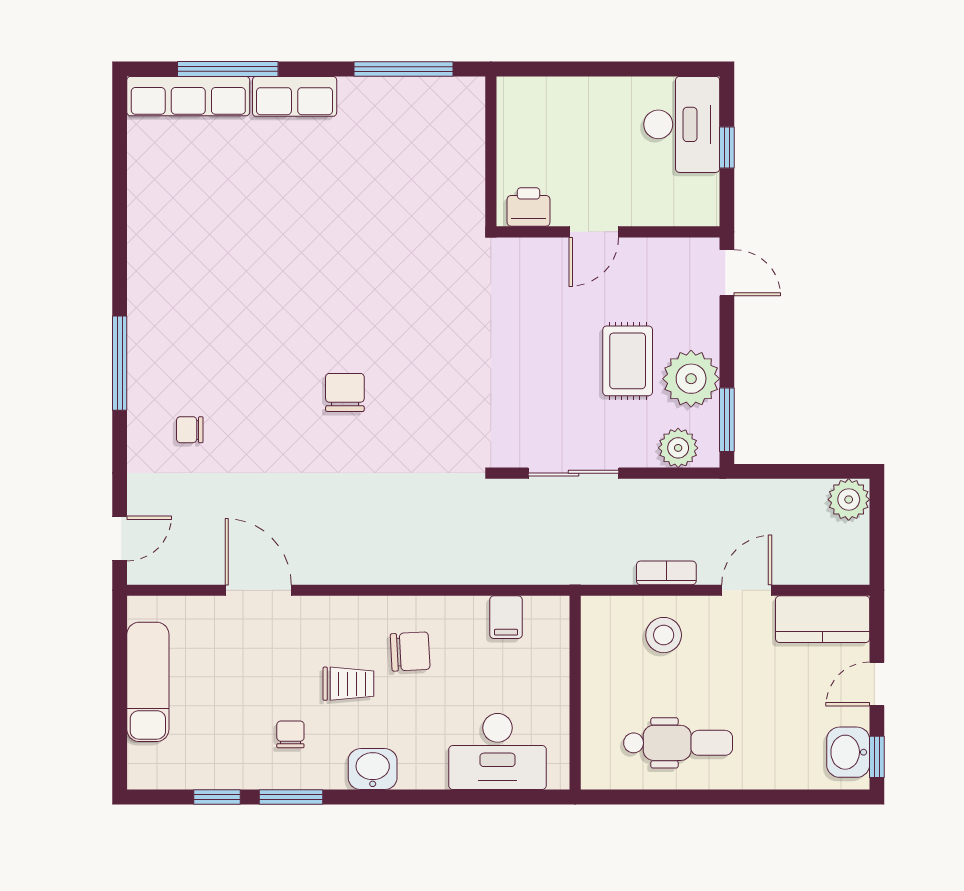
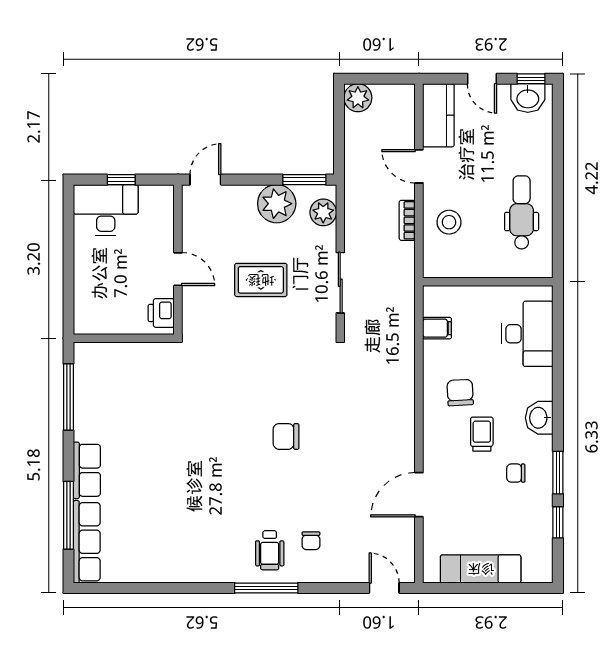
rug: (628, 361) -> (261, 280), moved
wheelchair: (176, 368) -> (270, 550), added

